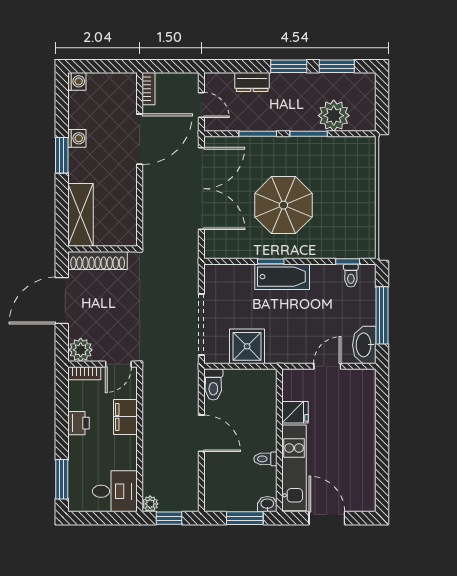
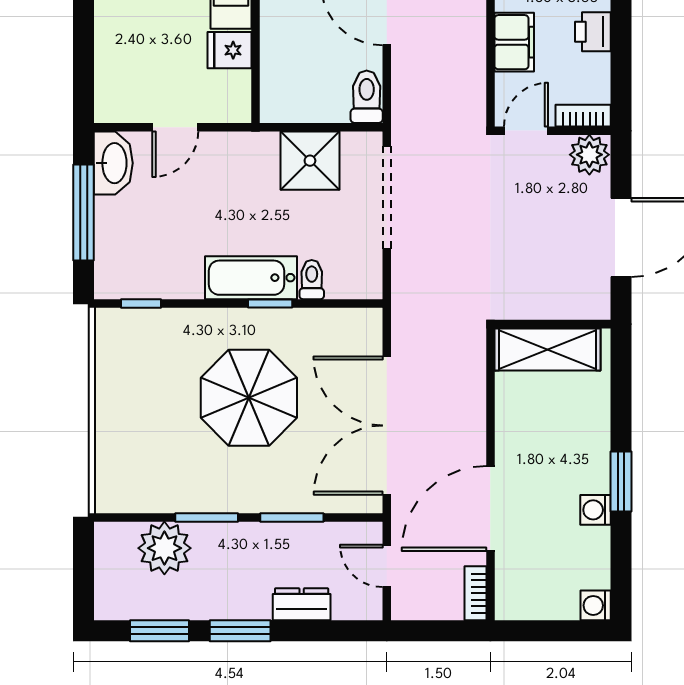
shelving: (81, 215) -> (547, 349), moved, turned 90
shoe rack: (98, 261) -> (561, 305), removed
toilet: (351, 276) -> (312, 280), moved

